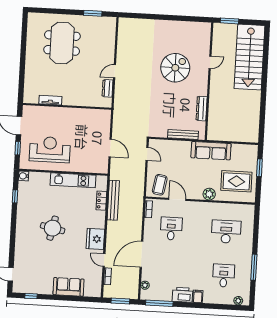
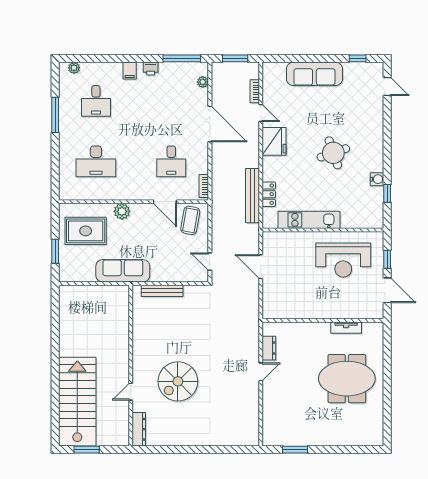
window: (230, 21) -> (87, 450), moved
meeting table: (62, 43) -> (347, 379), moved, turned 90
dresser: (202, 109) -> (139, 429), moved
water cooler: (24, 176) -> (377, 179), moved
round table: (53, 228) -> (333, 153), turned -31
door: (141, 254) -> (210, 124), hinge flipped
sofa: (68, 287) -> (314, 74), width x1.36
printer: (182, 295) -> (151, 69), width x0.53, depth x0.68

